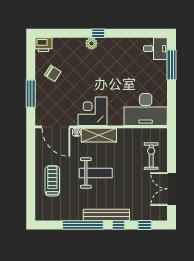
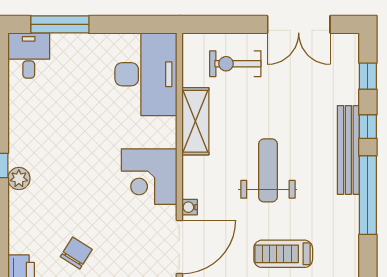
shelving: (99, 135) -> (195, 121), moved

